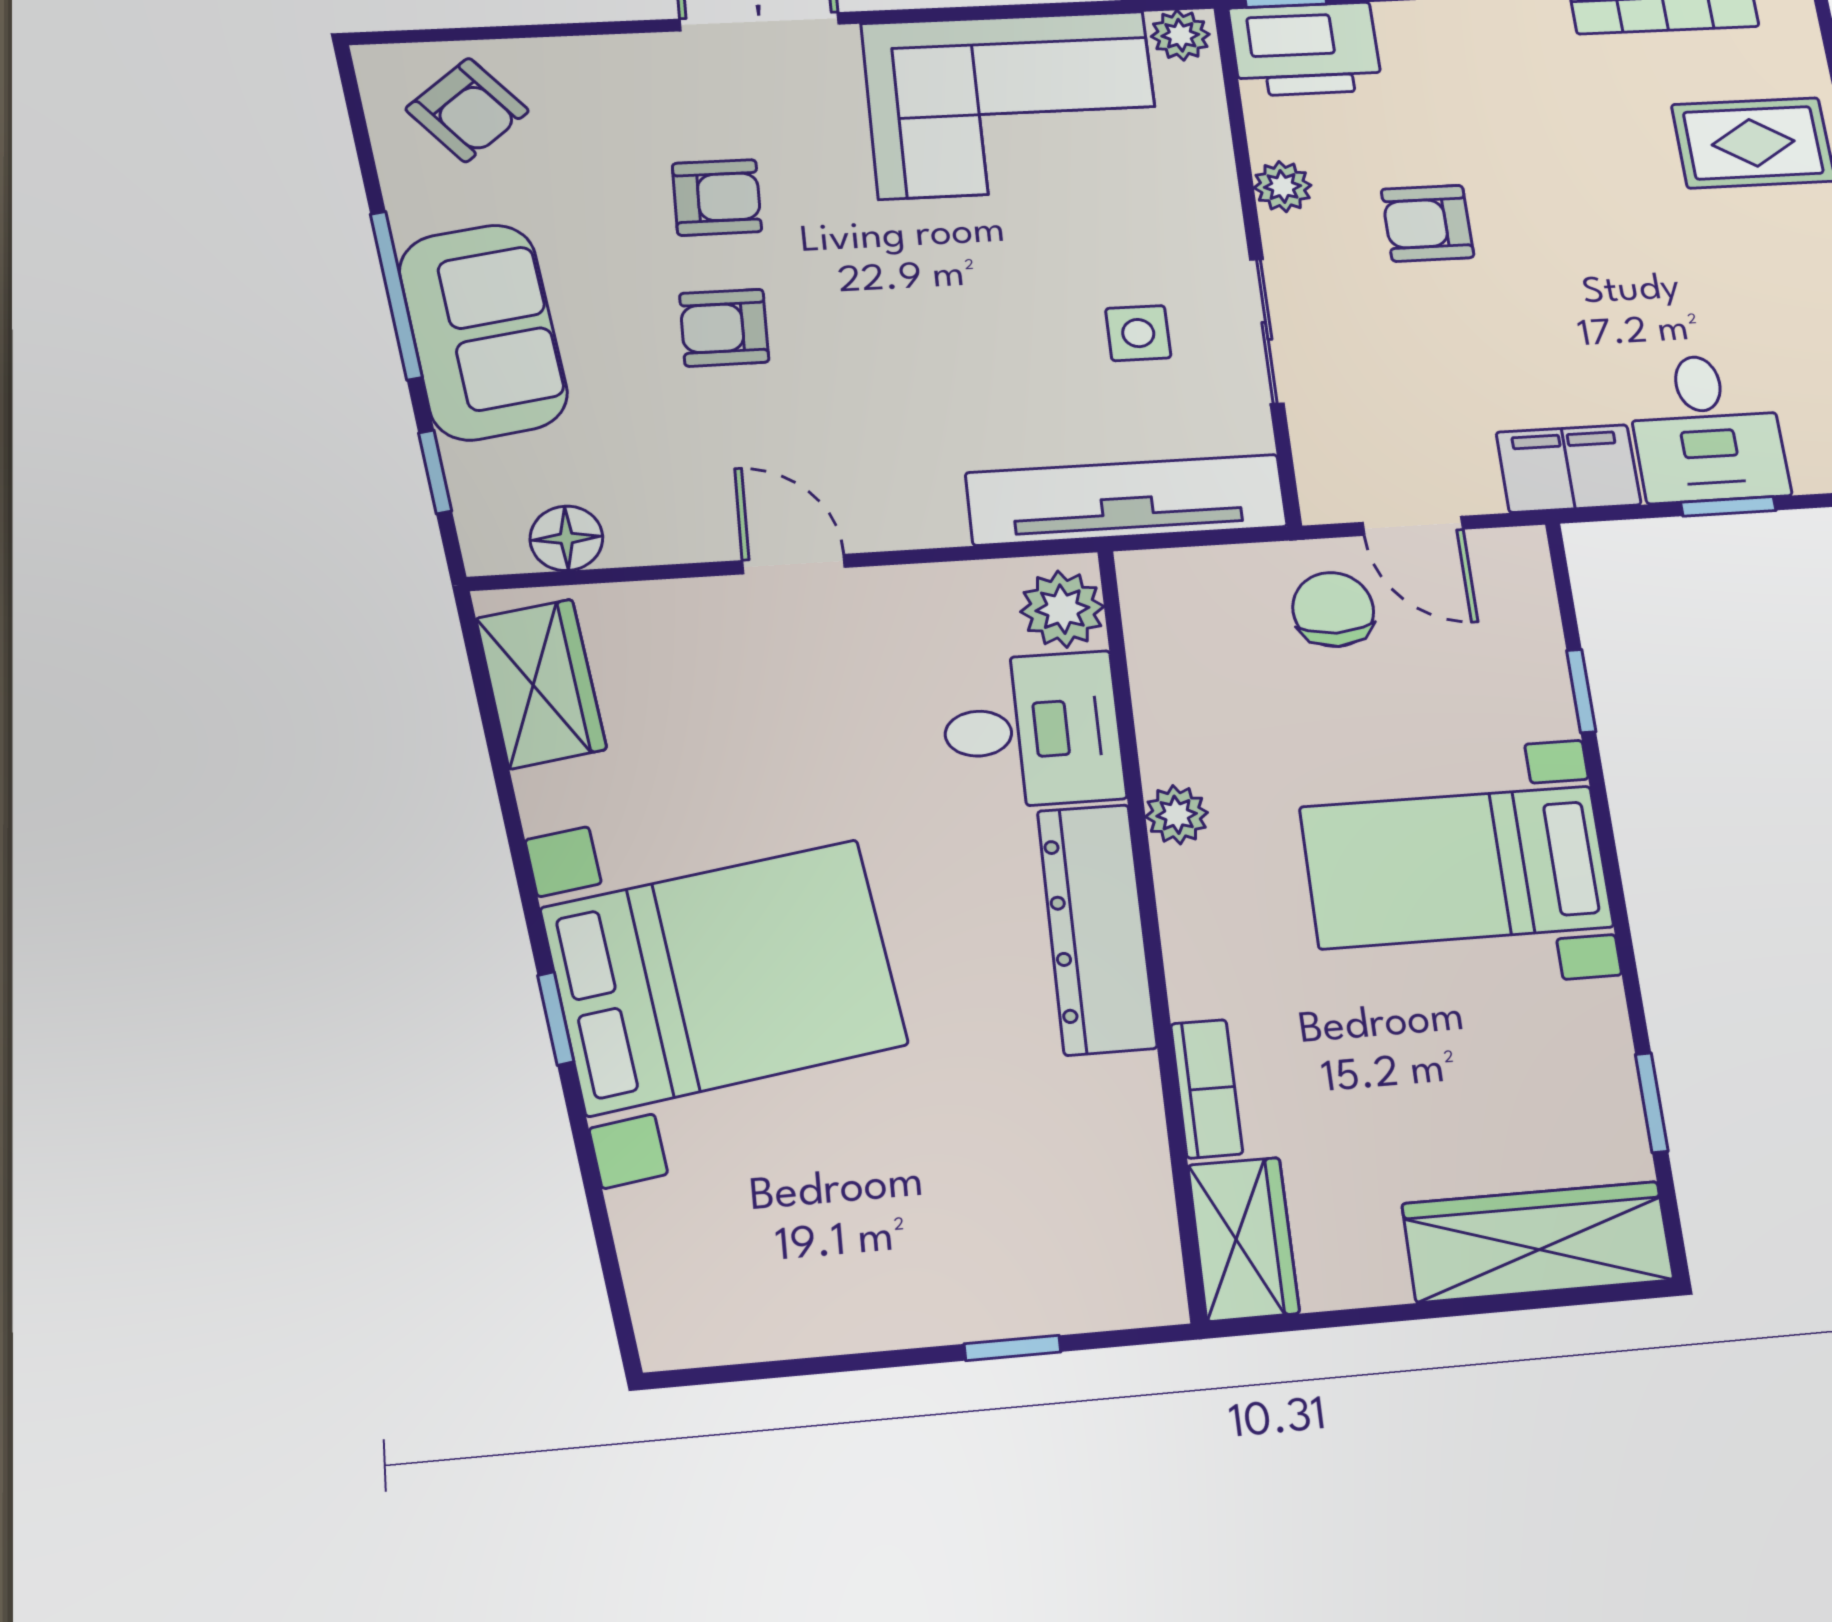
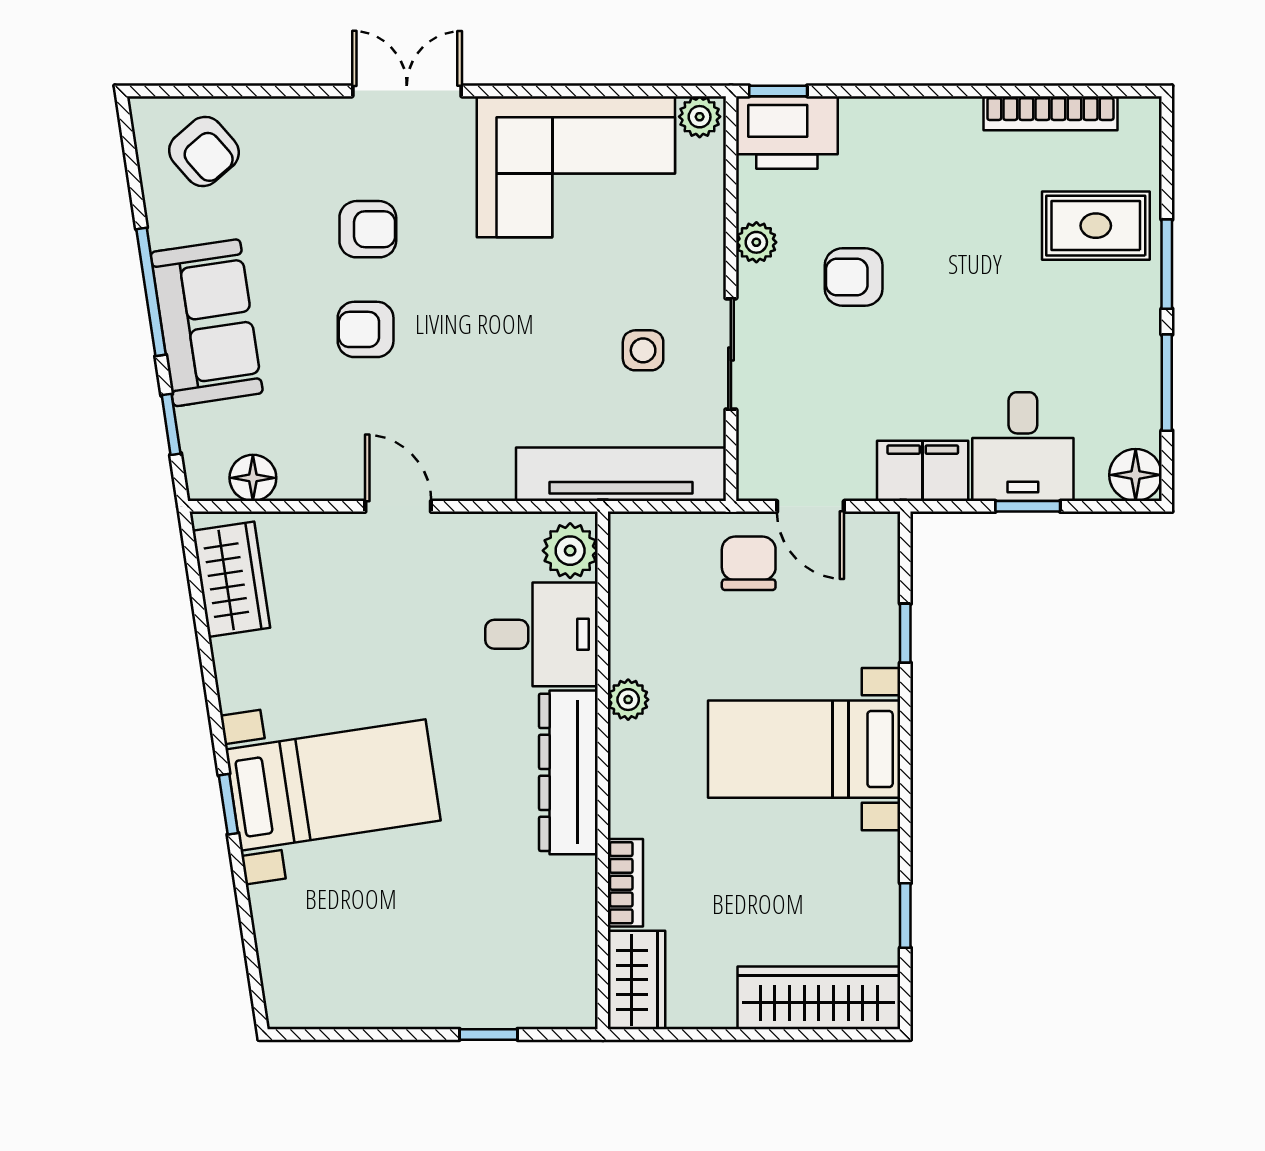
bed with nightstands: (724, 976) -> (333, 785), width x0.73

